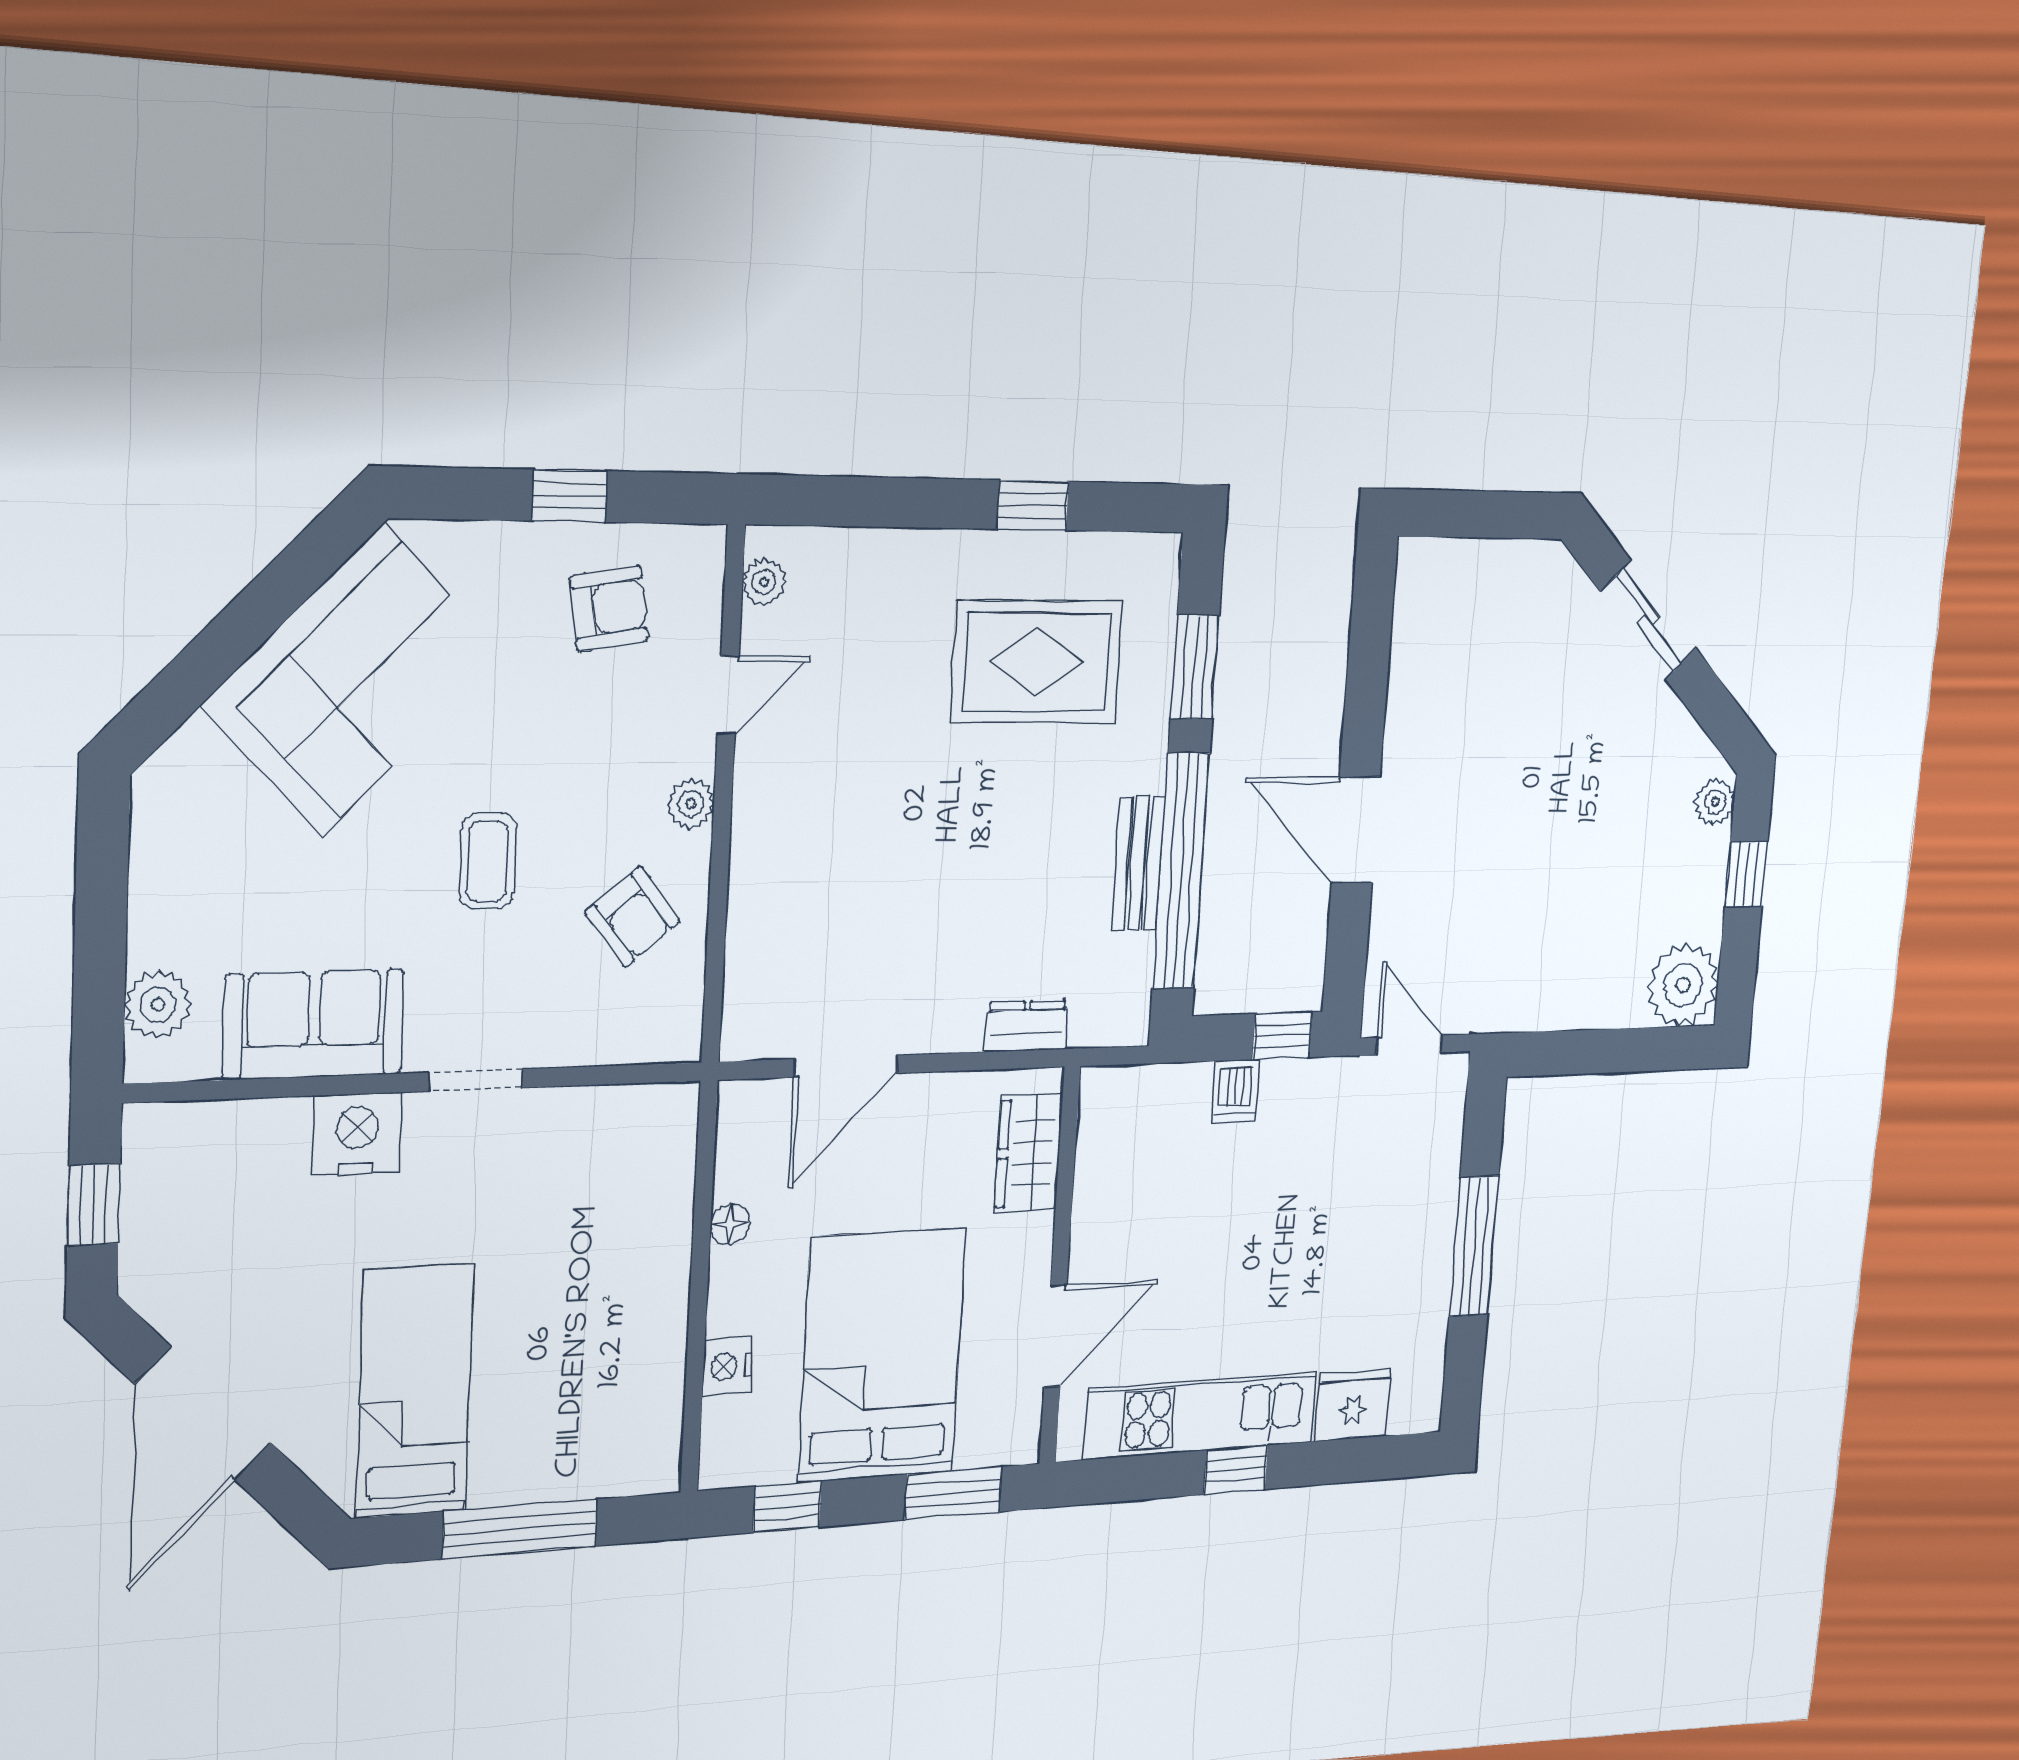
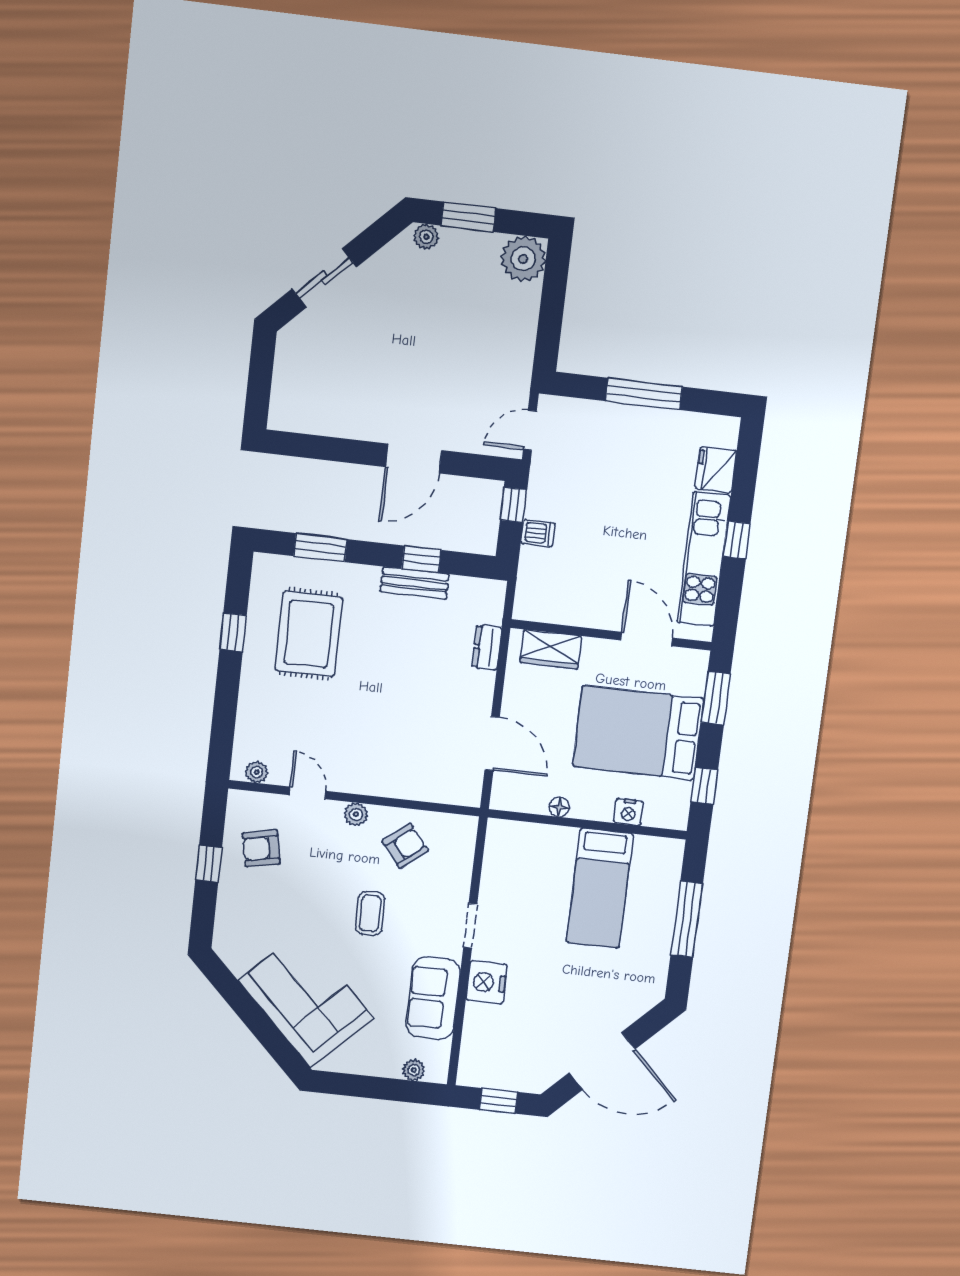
armchair: (609, 608) -> (261, 848), turned -92
corner sofa: (353, 680) -> (306, 999), moved
coffee table: (488, 861) -> (370, 913), turned 90
window: (1181, 871) -> (421, 559), width x0.32
window: (1746, 874) -> (468, 217), width x1.50
plant: (158, 1005) -> (414, 1070), width x0.73, depth x0.73
bed: (415, 1391) -> (600, 888), moved, turned -90

